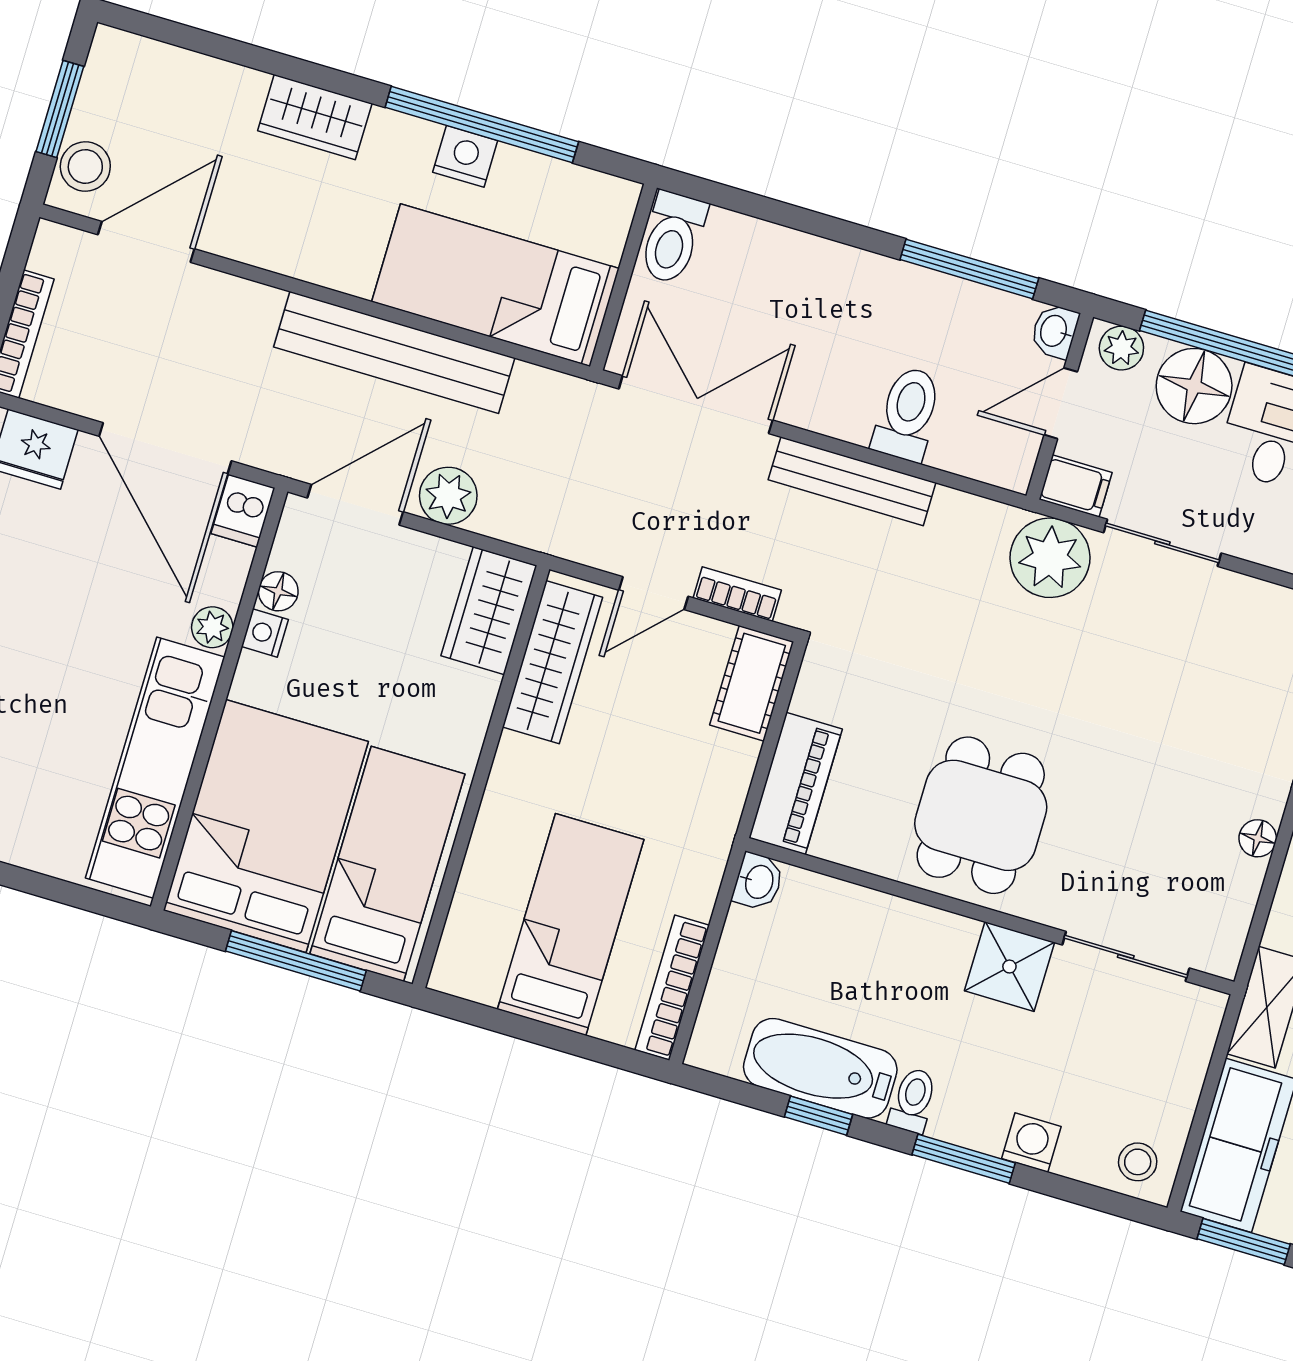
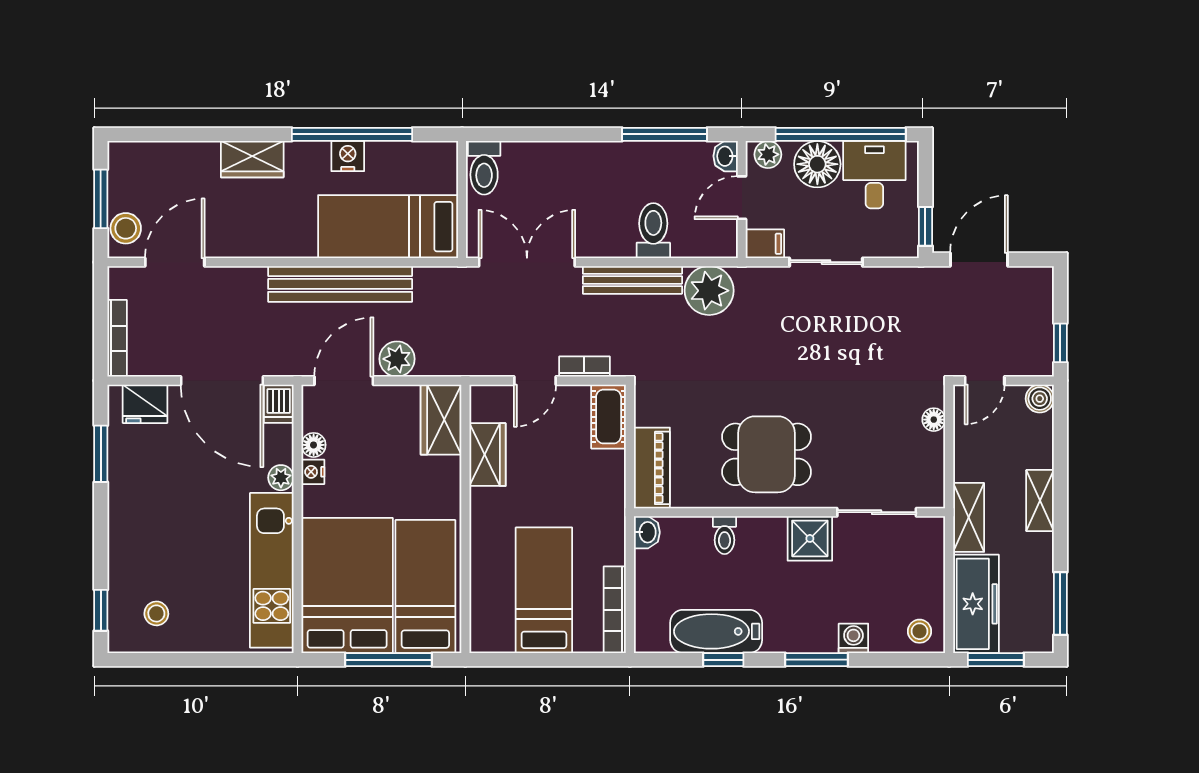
plant: (1050, 558) -> (709, 291), moved
wardrobe: (552, 662) -> (487, 455), width x0.67
dining table: (981, 815) -> (767, 454), turned 90
toilet: (913, 1100) -> (725, 535), moved, turned 180

